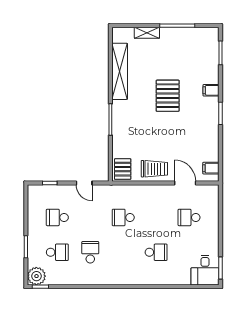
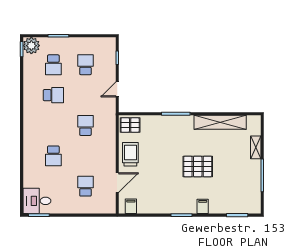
trolley: (154, 169) -> (130, 154), turned 180

